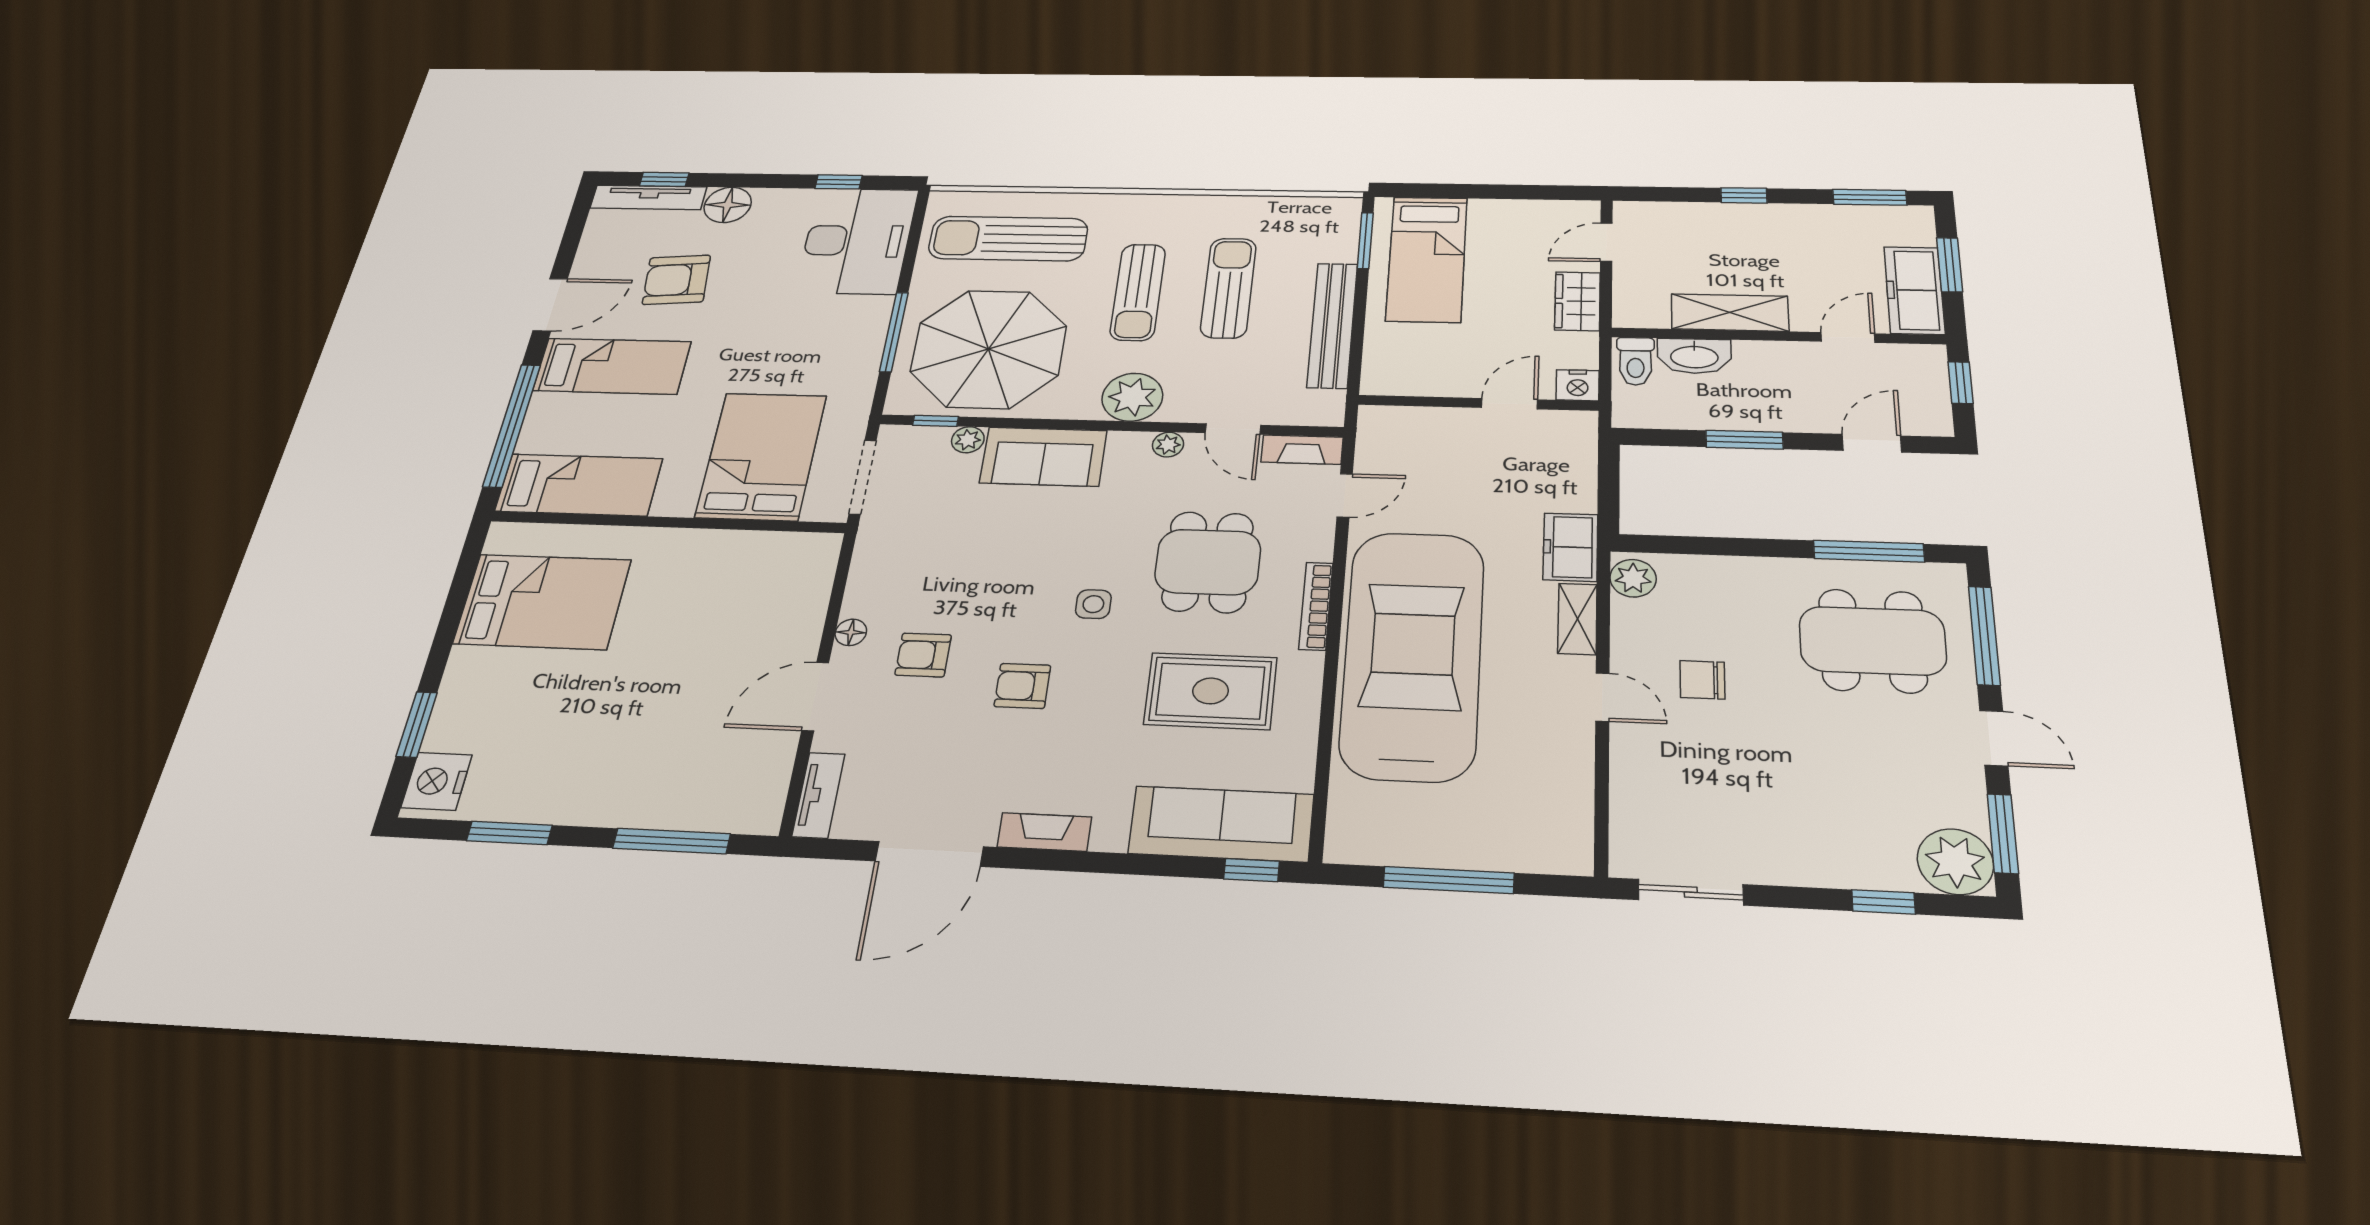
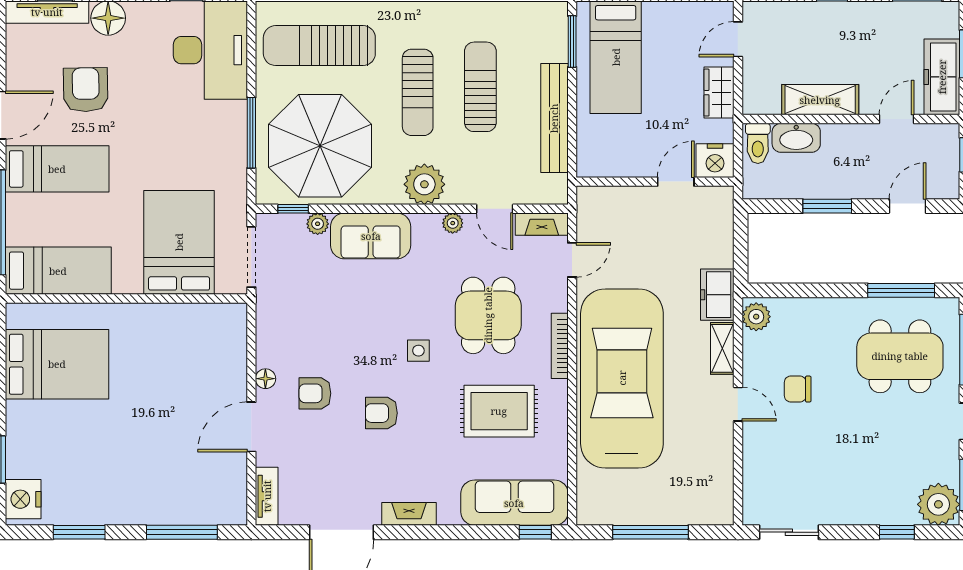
armchair: (676, 280) -> (86, 90), turned 94
nightstand: (1578, 385) -> (715, 161), width x1.36, depth x1.33

